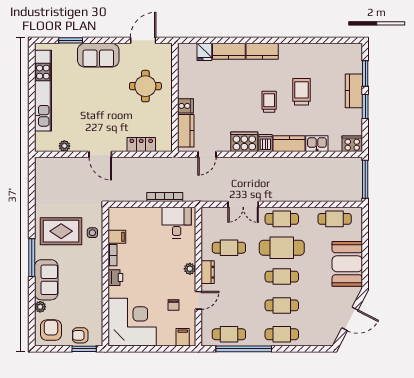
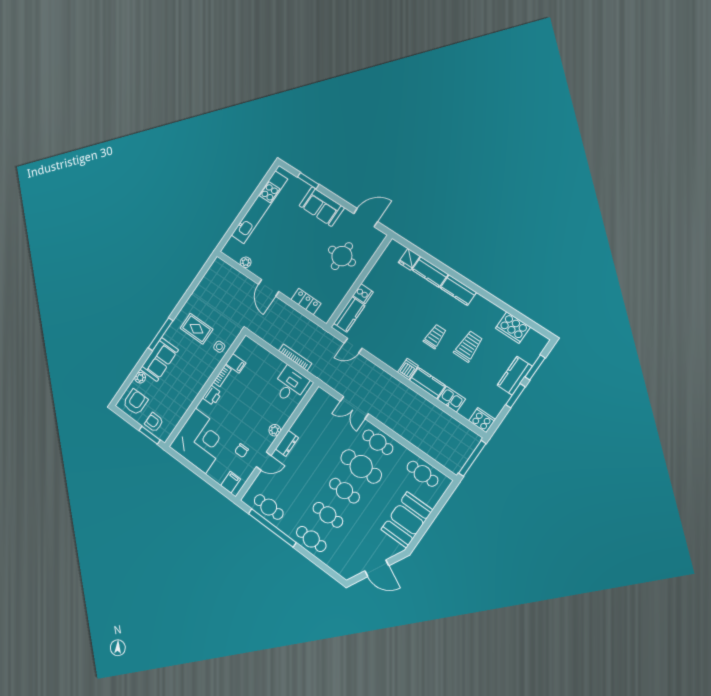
cooker: (244, 142) -> (513, 328), moved, turned 180
rug: (61, 231) -> (197, 329), width x0.73, depth x0.70
cafe table: (229, 248) -> (318, 435), removed

